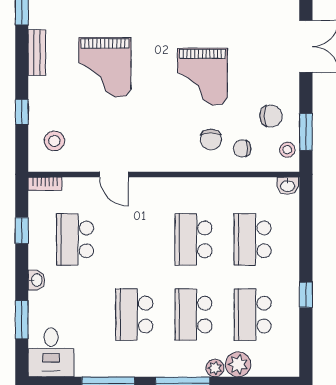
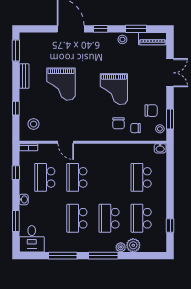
school desk: (193, 239) -> (77, 177), moved
window: (306, 295) -> (170, 226), moved

